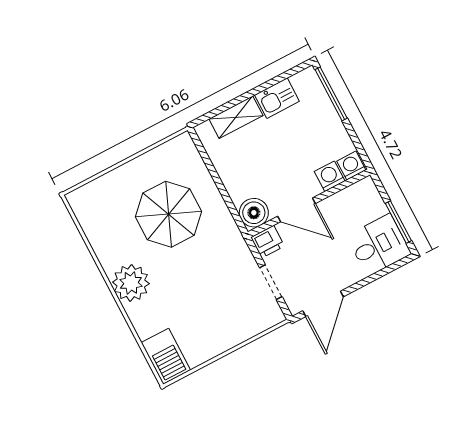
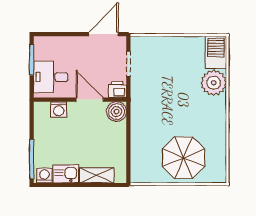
washing machine: (351, 166) -> (44, 176), moved, turned 180
parasol: (168, 214) -> (184, 158), moved
desk: (379, 245) -> (51, 77), moved
plant: (131, 283) -> (214, 83), moved

